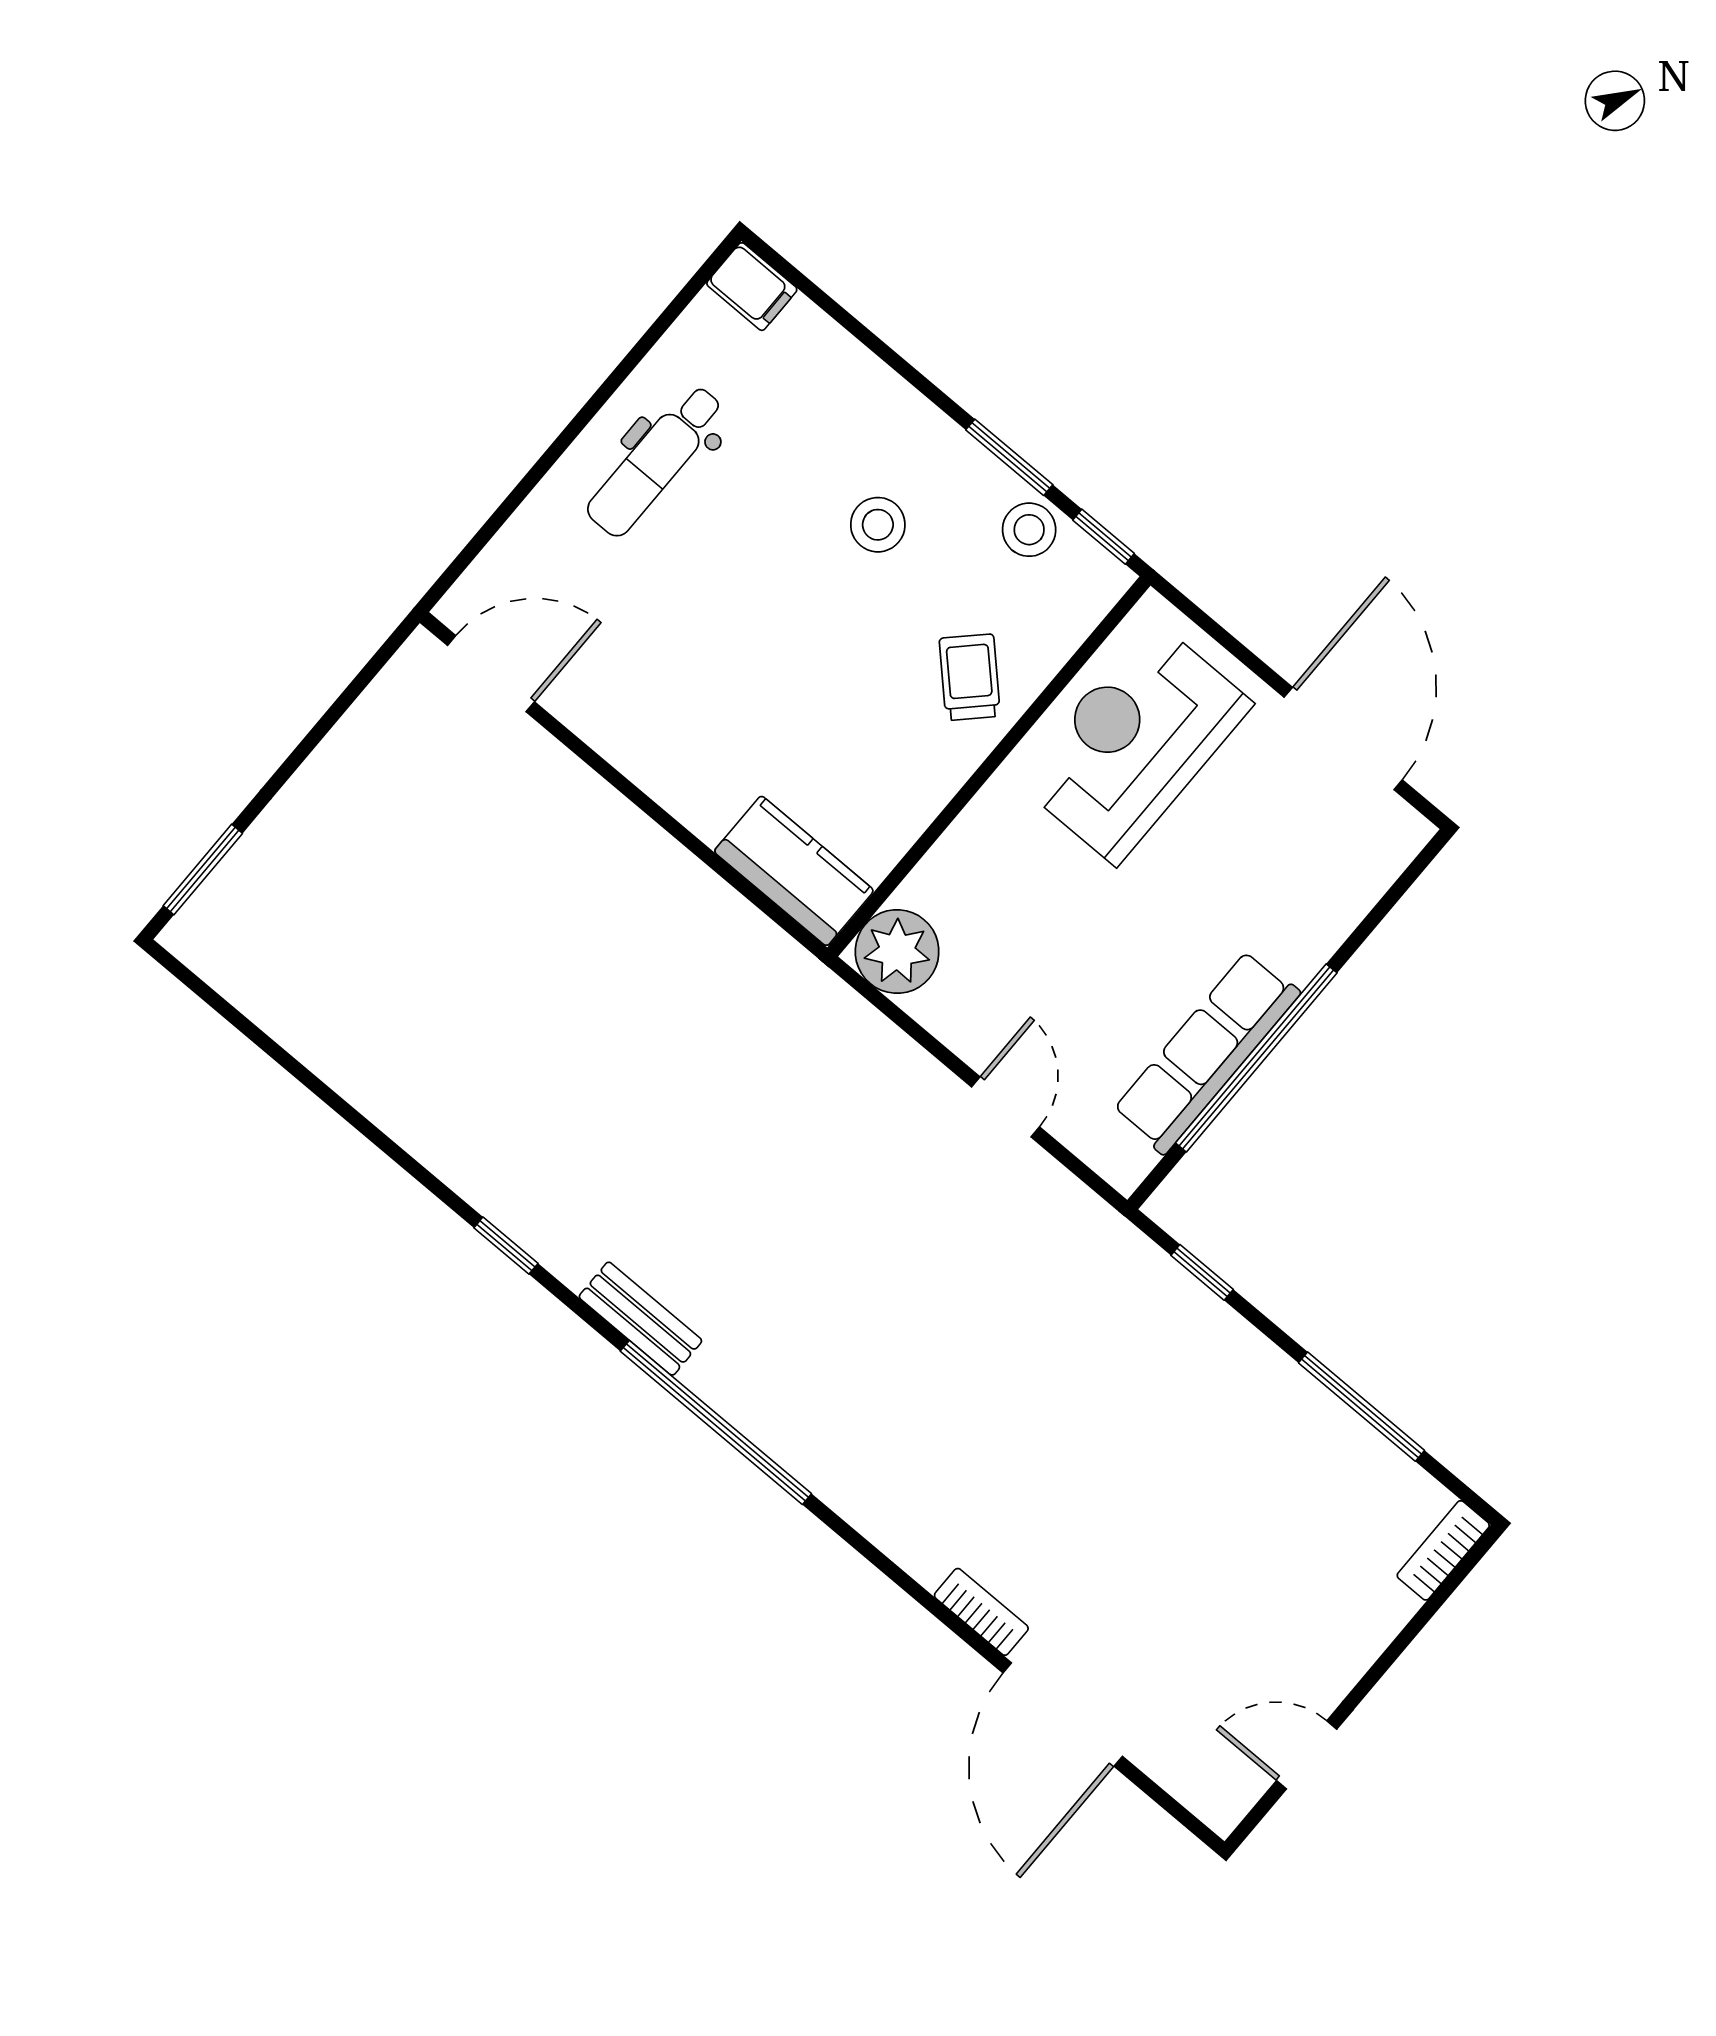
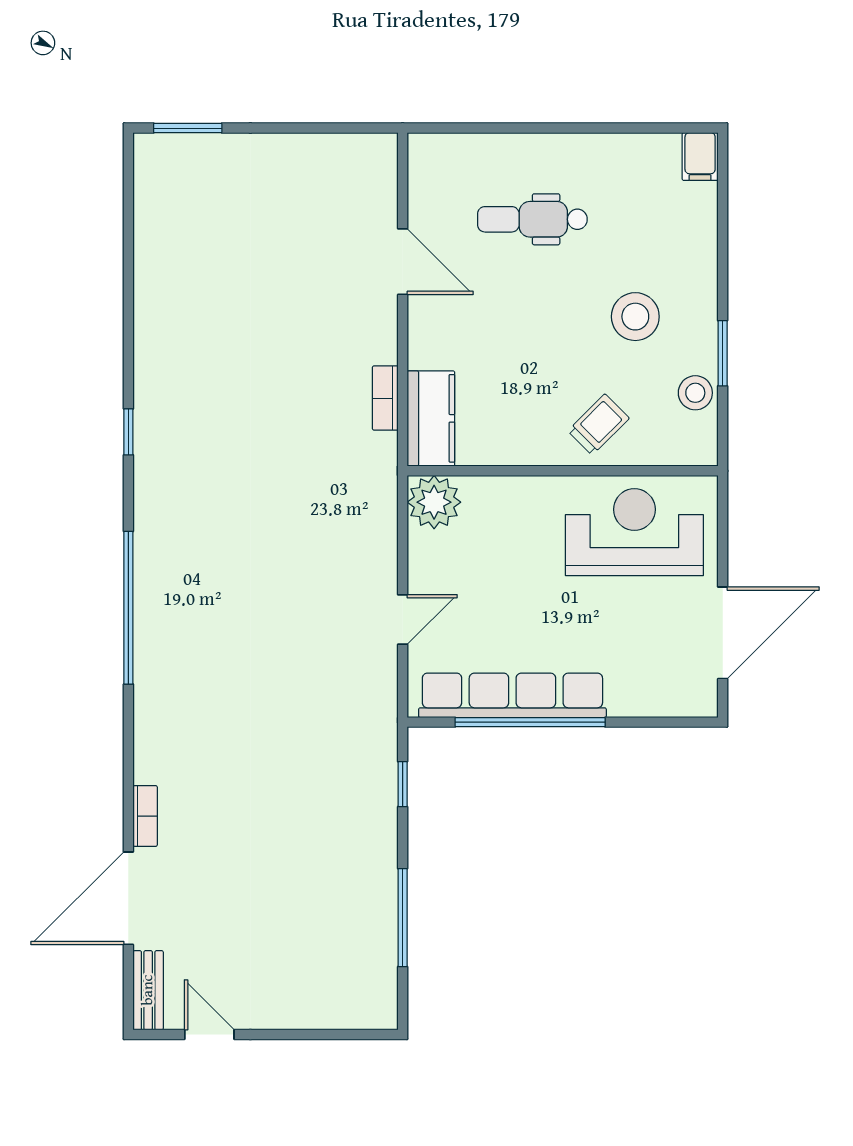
dental chair: (655, 461) -> (532, 219), moved
stool: (878, 525) -> (635, 317), width x1.38, depth x1.38
window: (1104, 537) -> (723, 432), removed
door: (491, 674) -> (403, 262), moved
row of seats: (1206, 1052) -> (512, 695), width x1.36
bench: (640, 1319) -> (148, 990), moved
bookcase: (1443, 1550) -> (385, 398), moved, turned -90

